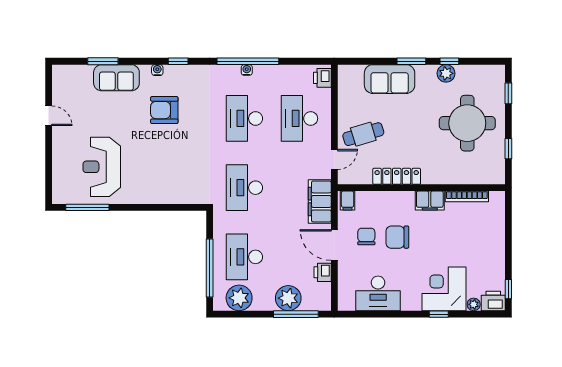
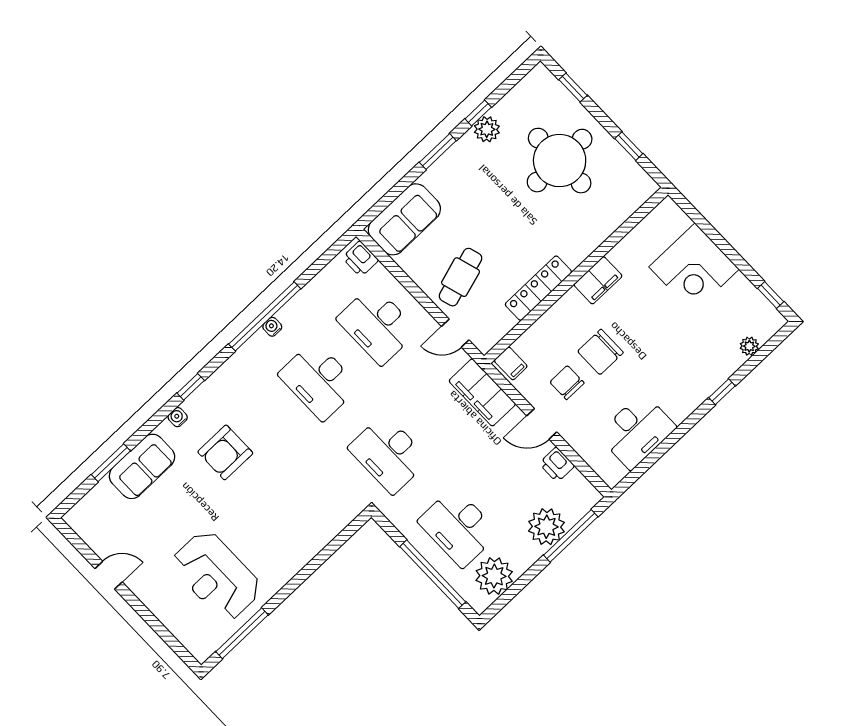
sofa: (390, 79) -> (404, 219), moved
door: (334, 159) -> (455, 333), swing flipped
bookcase: (467, 196) -> (633, 239), removed
door: (334, 245) -> (542, 424), width x0.73
corner desk: (444, 289) -> (694, 268), moved, turned -90
printer: (493, 301) -> (767, 323), removed

